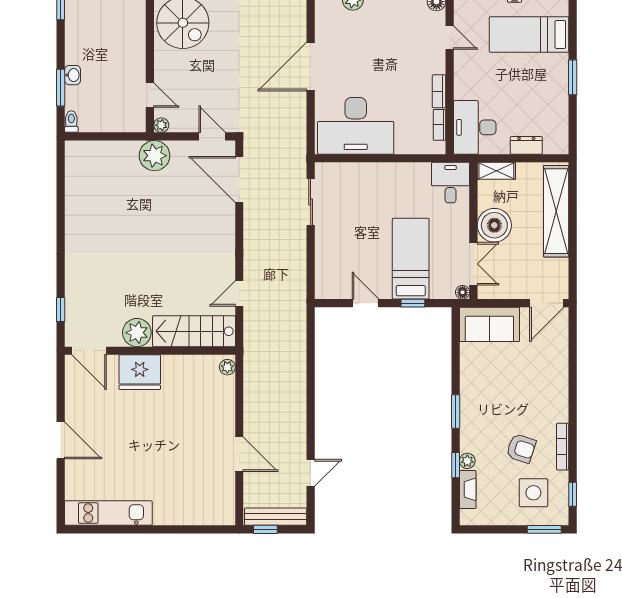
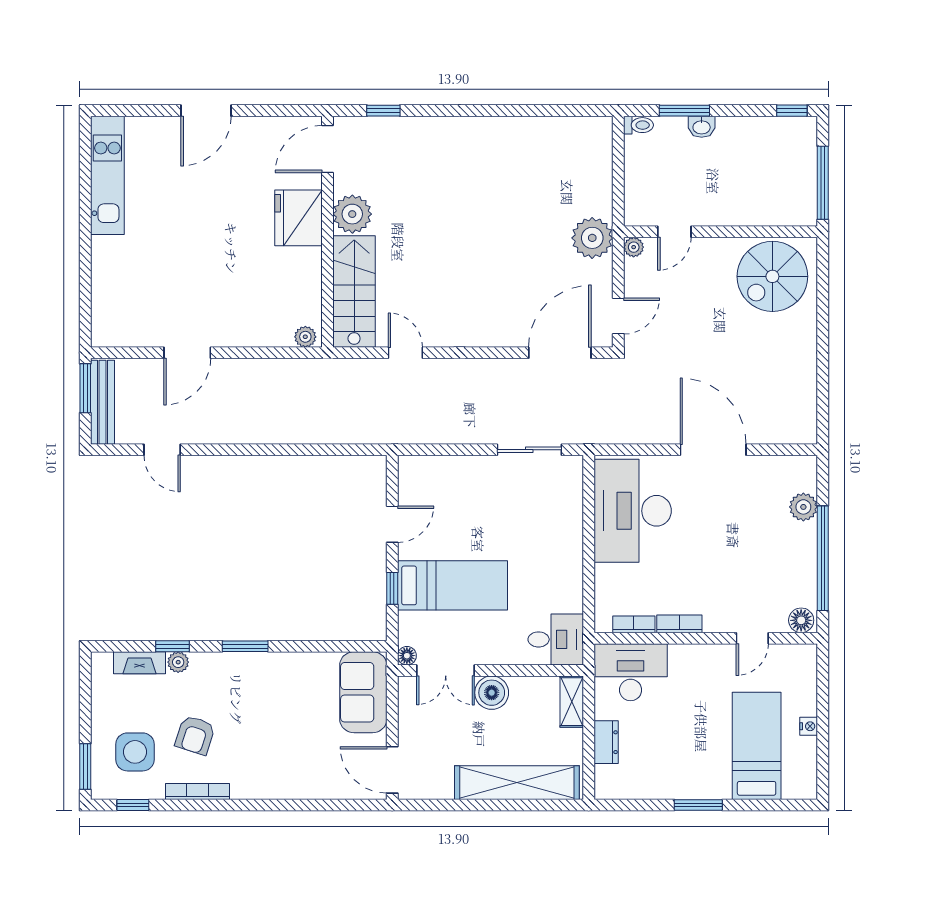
boiler: (494, 225) -> (492, 693), width x0.73, depth x0.73
window: (265, 529) -> (85, 388), width x1.50

